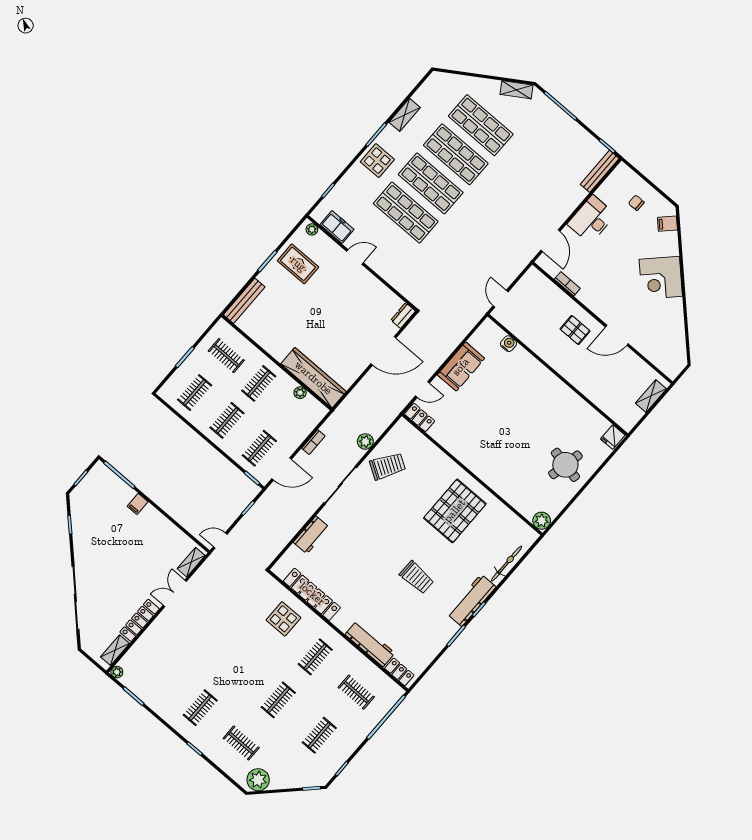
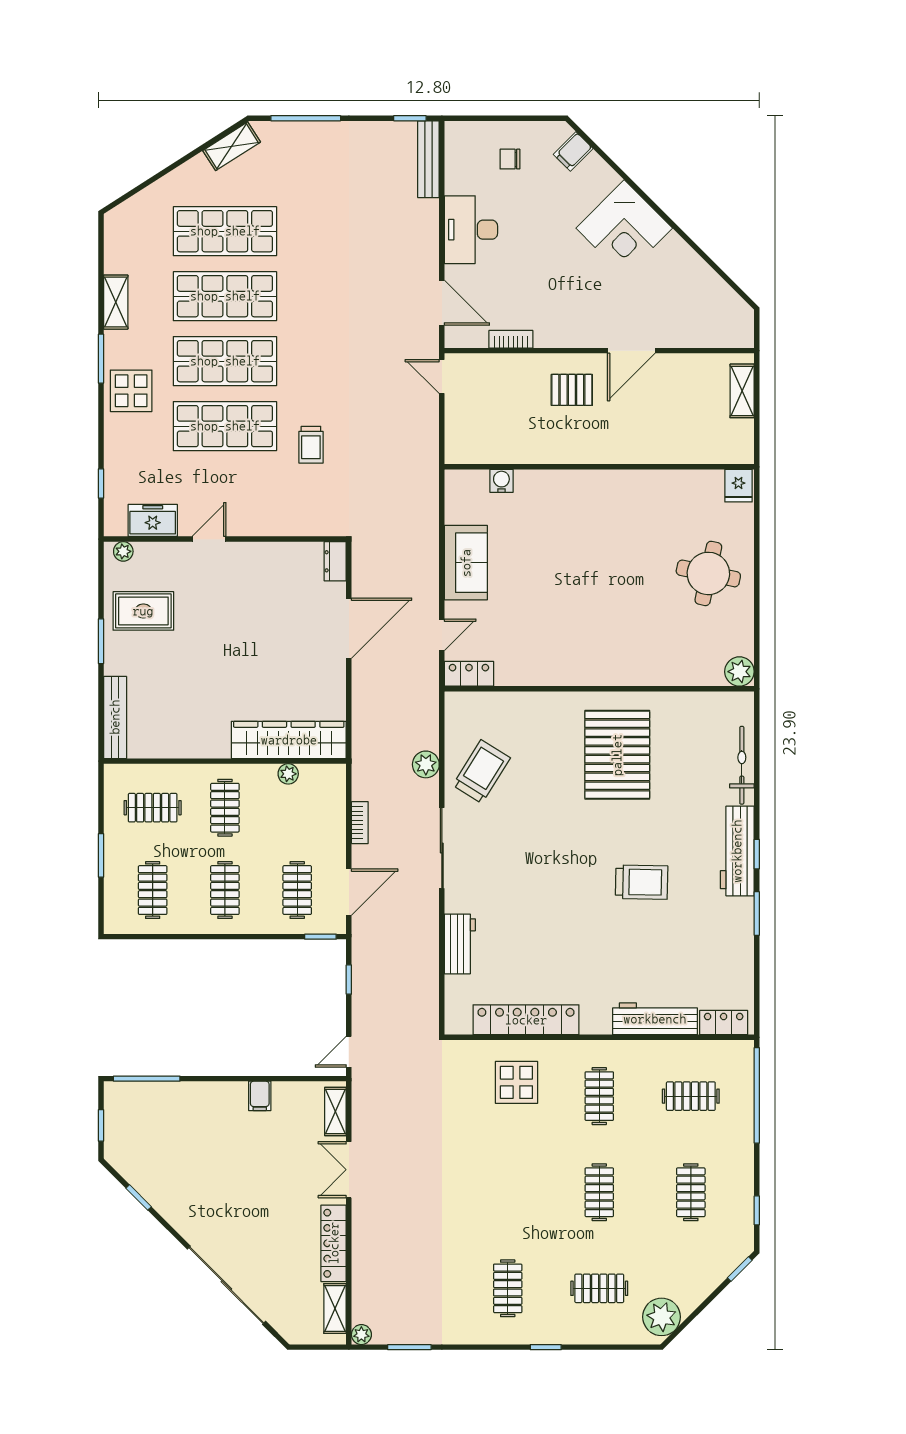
trolley: (437, 254) -> (311, 445), added
door: (501, 299) -> (442, 376), moved
filing cabinet: (138, 504) -> (260, 1096), moved

